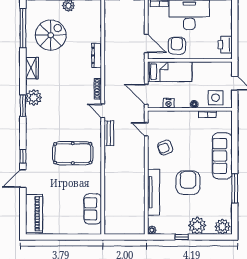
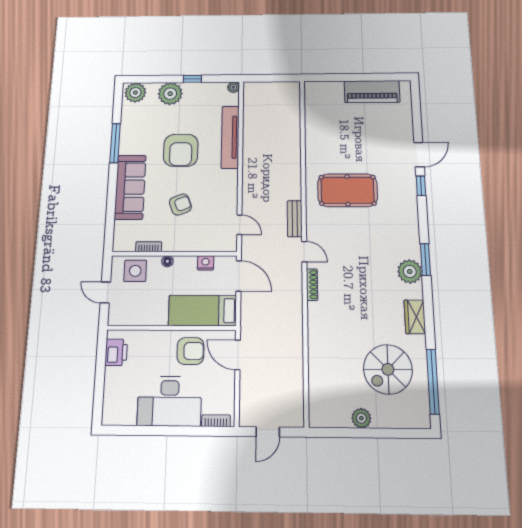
armchair: (177, 46) -> (190, 351), turned -90
dresser: (97, 55) -> (315, 336), removed
armchair: (165, 148) -> (180, 205), moved
sofa: (93, 209) -> (317, 114), removed
piano: (34, 214) -> (372, 92), moved, turned -90

